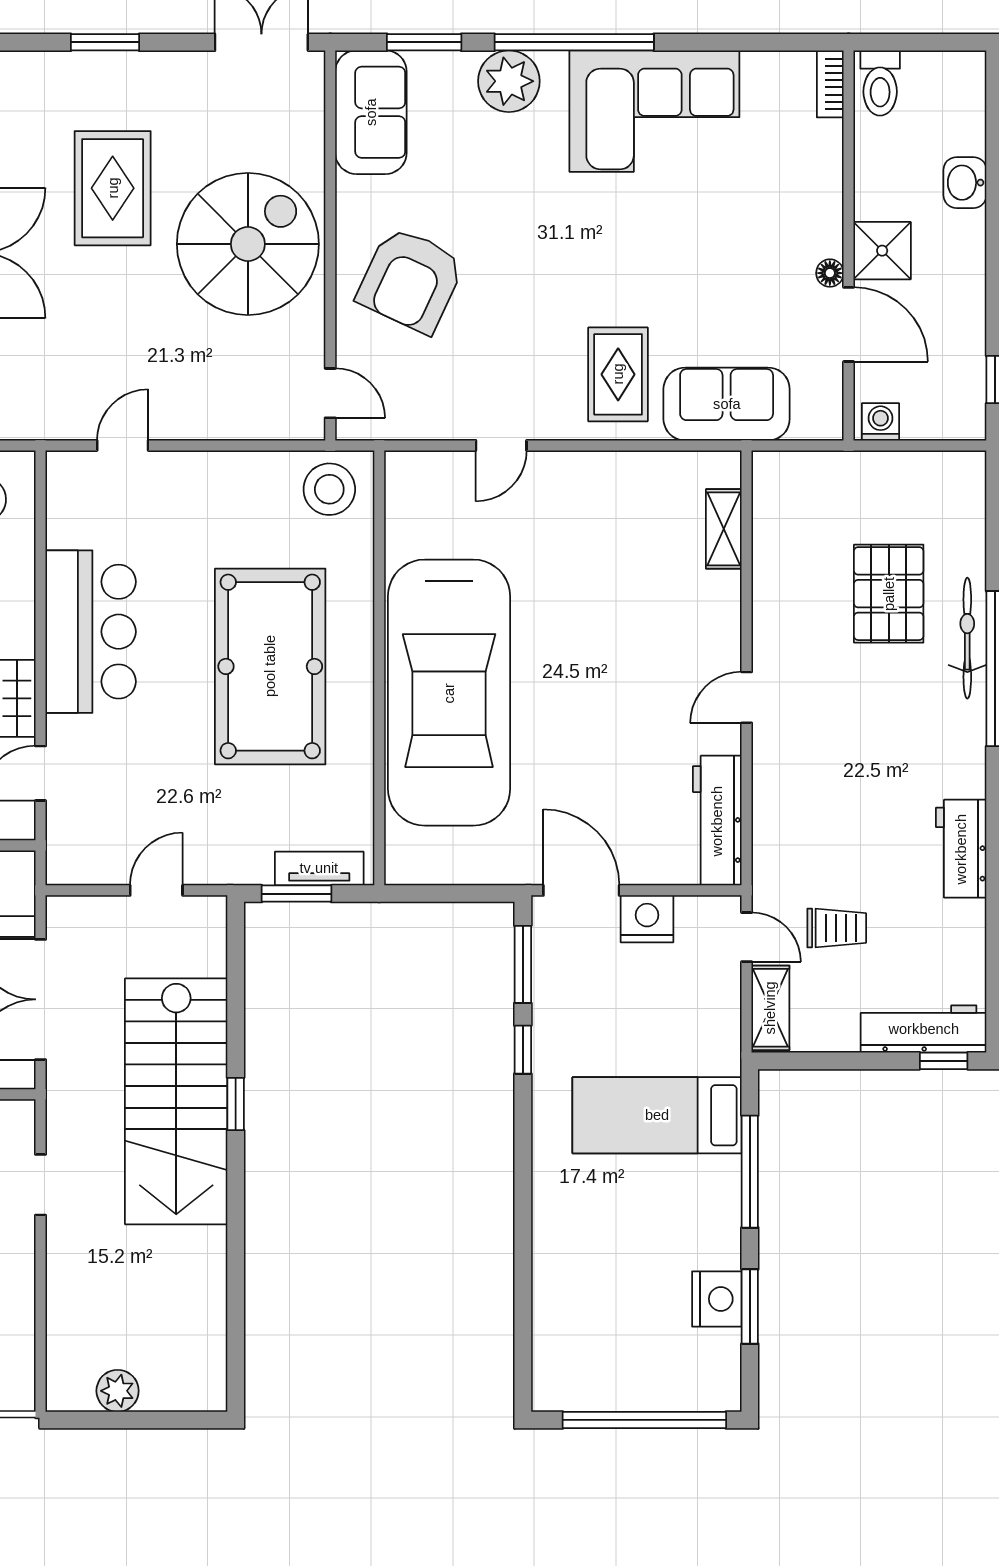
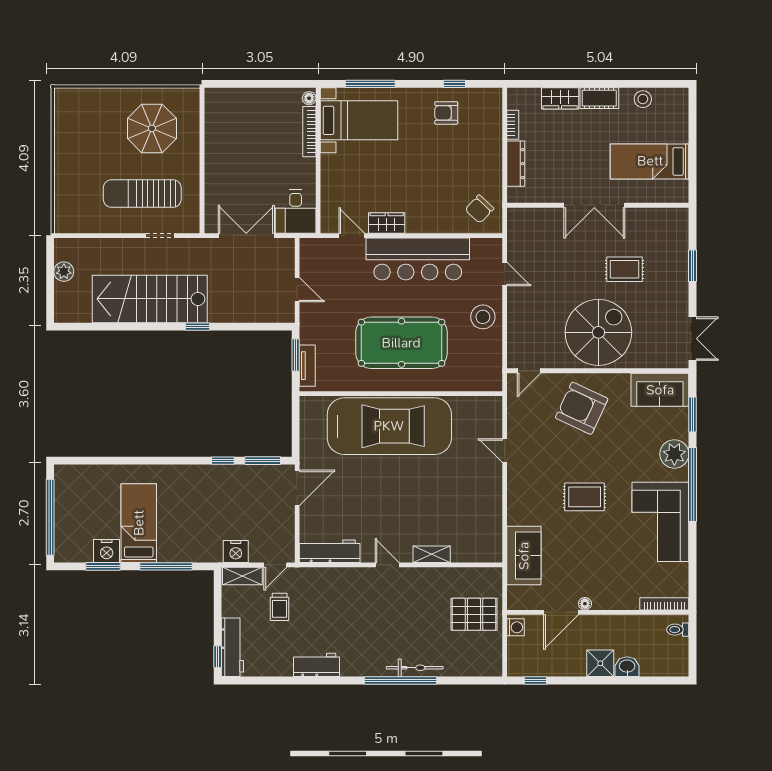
toilet: (880, 83) -> (678, 630), width x0.73, depth x0.72
bookcase: (830, 84) -> (664, 604), width x1.56
rug: (113, 188) -> (624, 269), width x0.73, depth x0.70
spiral stairs: (248, 244) -> (598, 332), turned -90
shower: (882, 251) -> (600, 663), moved
rug: (618, 374) -> (585, 497), moved
stool: (329, 489) -> (483, 317), moved
shelving: (724, 529) -> (432, 554), moved
pallet: (889, 594) -> (474, 614), moved
bar counter: (91, 632) -> (418, 259), width x1.36
car: (449, 693) -> (389, 426), turned 180
nightstand: (647, 919) -> (236, 552), moved, turned 90
stairs: (176, 1101) -> (150, 299), moved
bed: (657, 1115) -> (139, 523), moved

